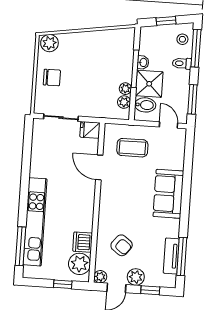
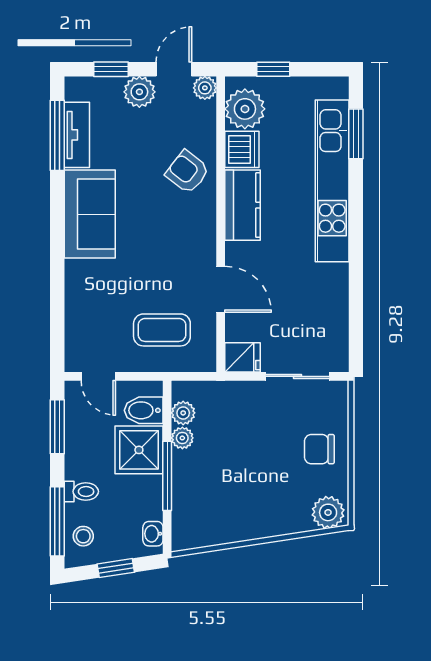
washbasin: (143, 62) -> (153, 534), moved
sofa: (168, 194) -> (90, 214), moved
kitchen counter: (84, 212) -> (243, 205), added
armchair: (122, 245) -> (187, 172), moved
window: (20, 246) -> (356, 134), width x0.69

